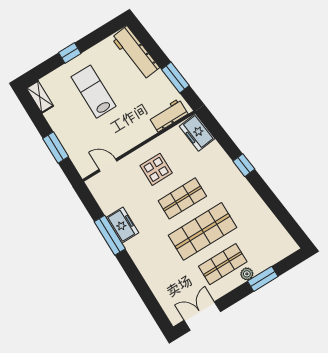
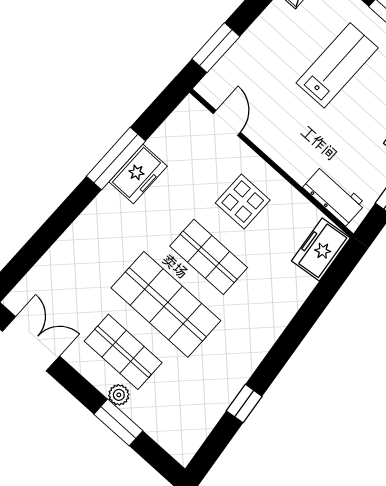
window: (56, 147) -> (216, 48), moved
window: (244, 165) -> (244, 404), moved

